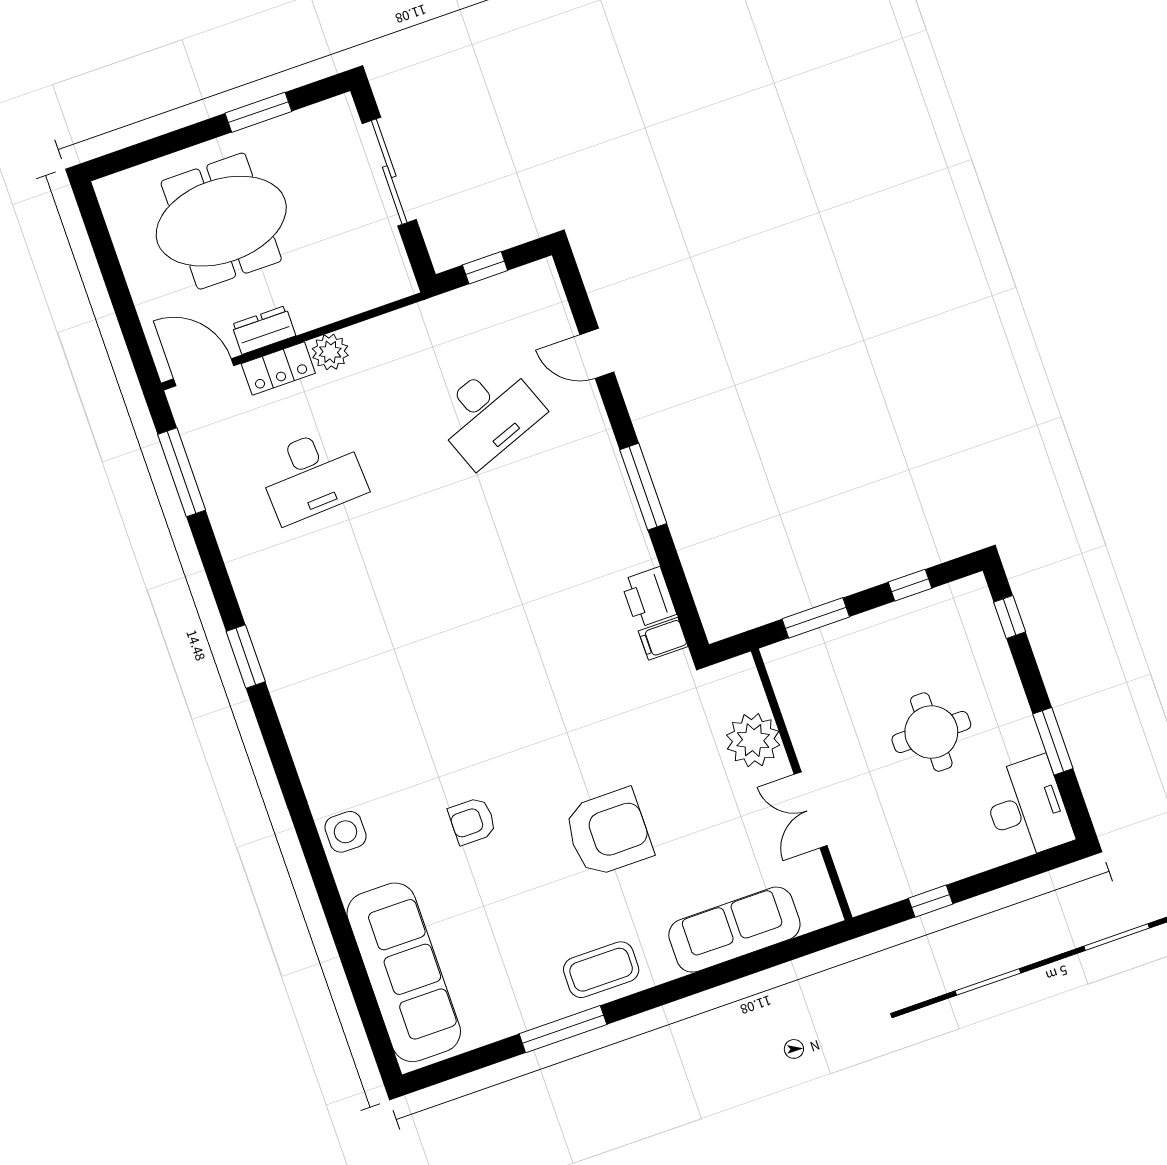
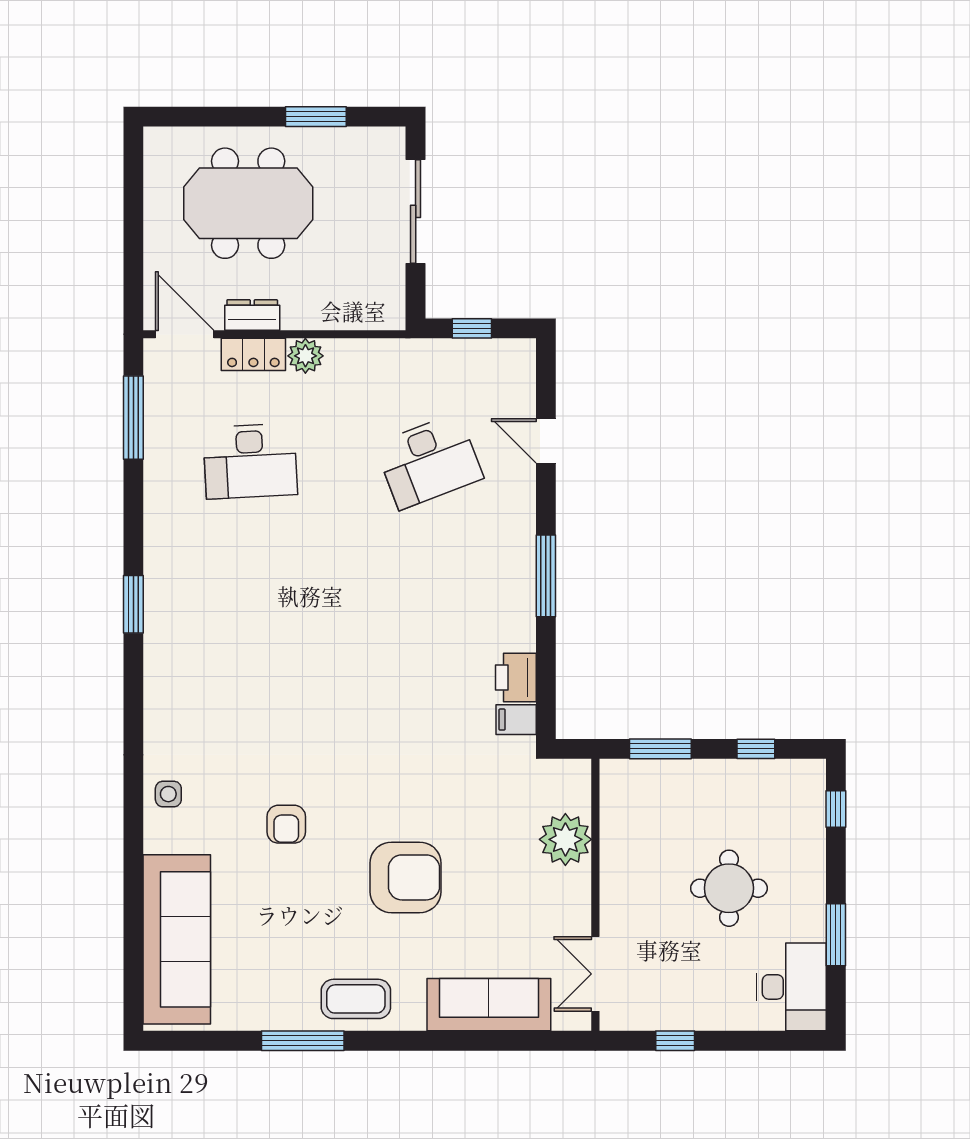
double door: (811, 810) -> (595, 974), moved
armchair: (472, 821) -> (286, 824), turned -90
side table: (346, 832) -> (168, 794), width x0.73, depth x0.73

